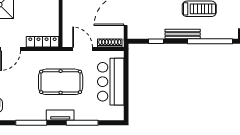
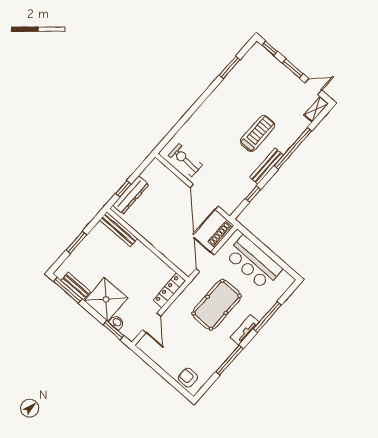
door: (83, 49) -> (205, 262), hinge flipped

